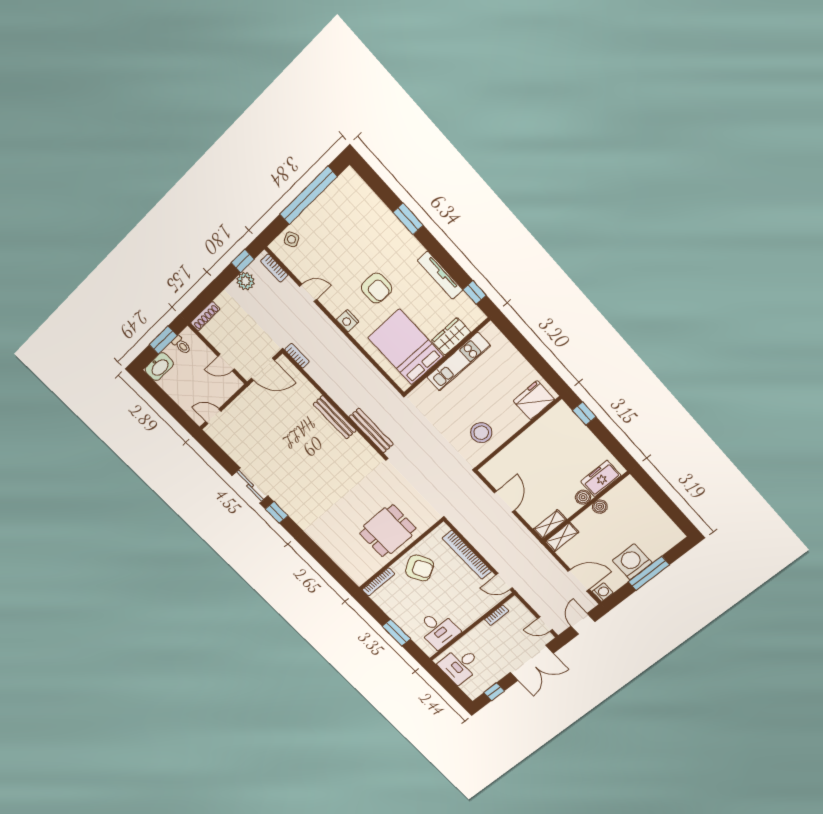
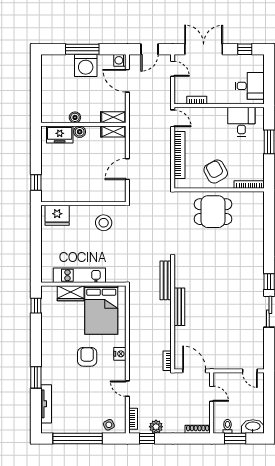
tv unit: (440, 275) -> (46, 404), moved

